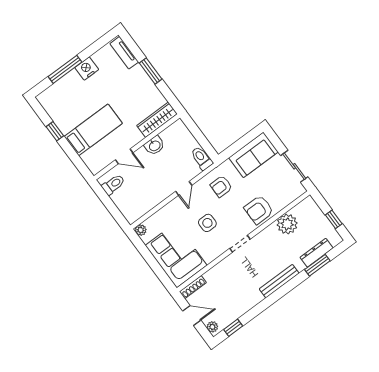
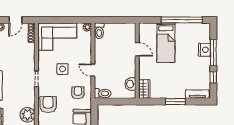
window: (93, 49) -> (213, 77), added
nightstand: (87, 69) -> (204, 50), moved
wardrobe: (157, 120) -> (144, 89), width x0.67
window: (55, 131) -> (182, 20), width x3.17
washbasin: (154, 146) -> (130, 84), moved
door: (124, 156) -> (137, 49), swing flipped
toilet: (113, 184) -> (99, 31), moved

